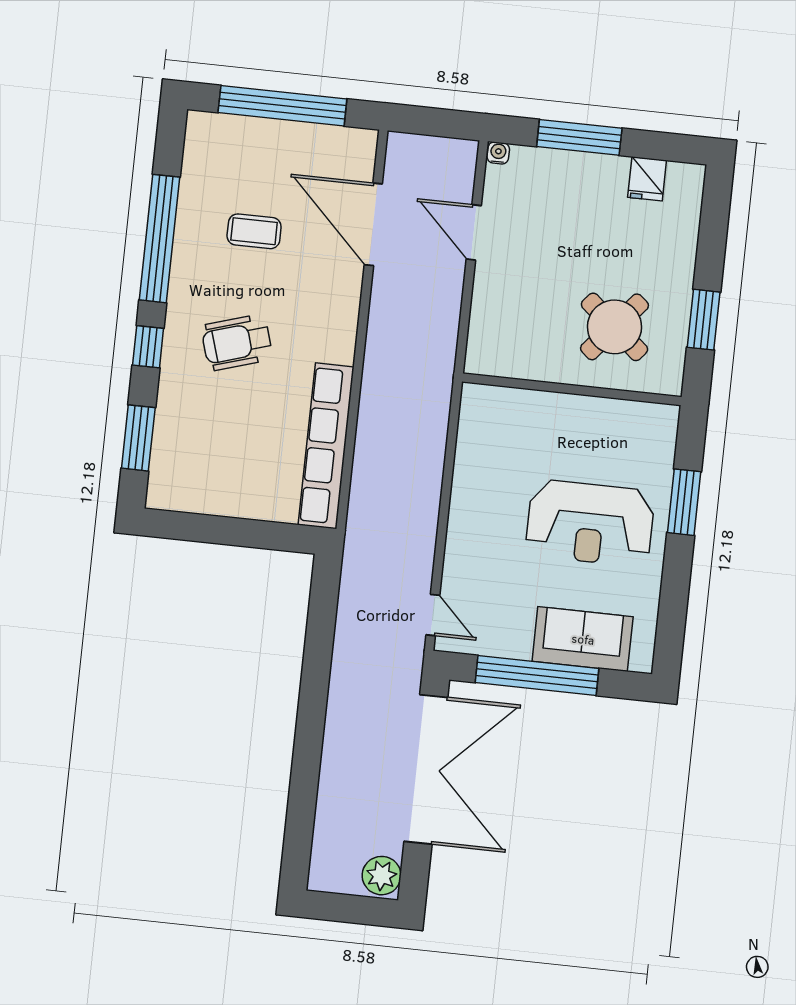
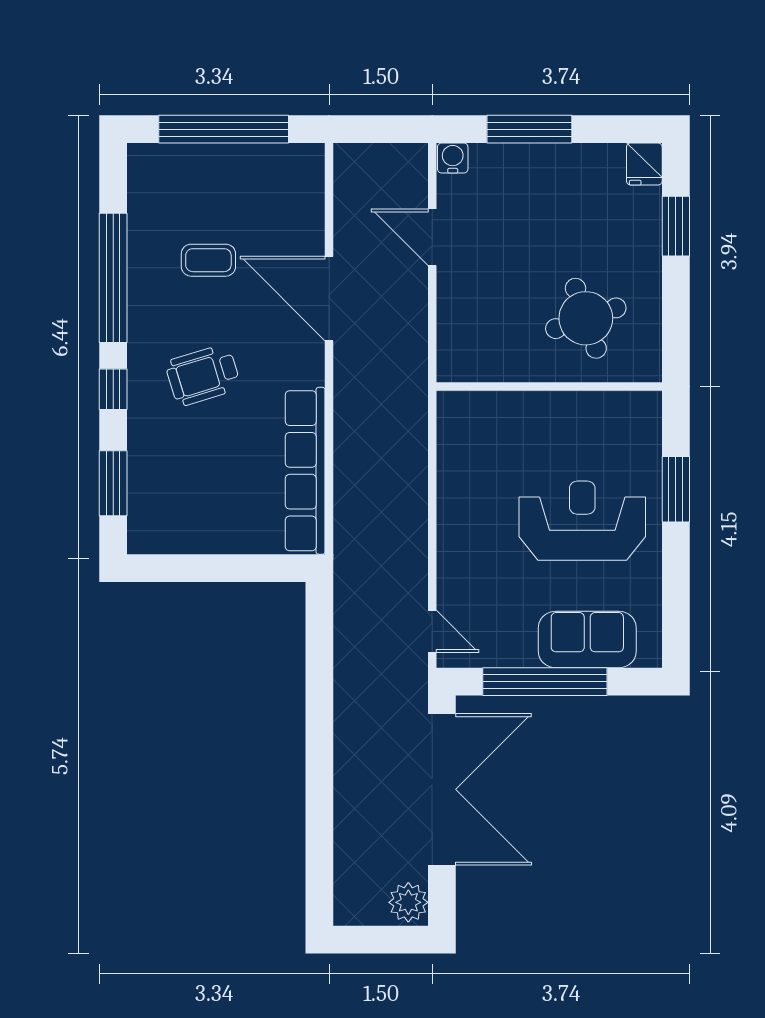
water cooler: (498, 153) -> (453, 158), width x1.38, depth x1.38
fridge: (647, 179) -> (644, 164), moved
door: (373, 224) -> (329, 298), moved
window: (704, 320) -> (676, 226), moved
round table: (614, 327) -> (586, 318), turned 31
reception desk: (590, 523) -> (582, 521), turned 180

